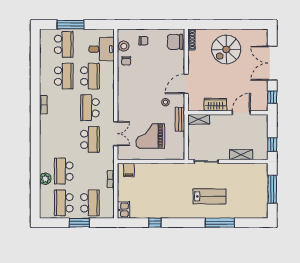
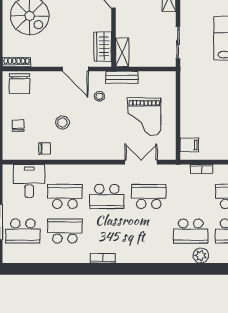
school desk: (64, 44) -> (23, 231), turned 180
stool: (124, 46) -> (62, 123), moved
wardrobe: (215, 105) -> (103, 47), moved

